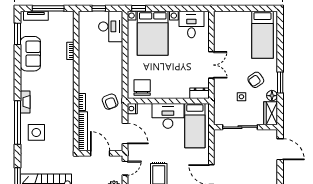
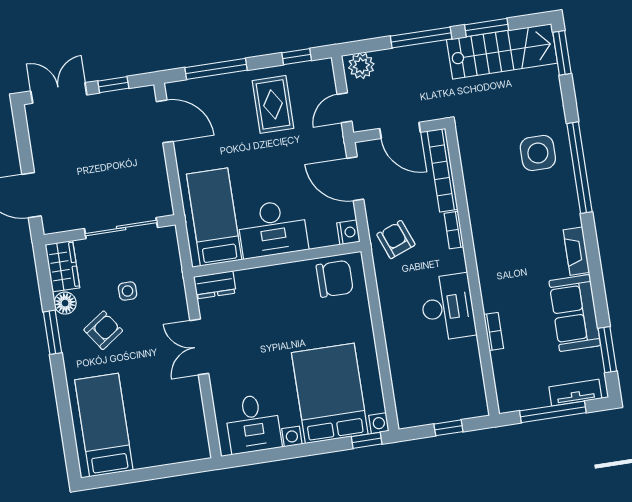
desk: (111, 26) -> (448, 307), moved, turned 180
chair: (142, 87) -> (335, 279), turned -90
fireplace: (25, 102) -> (576, 251), moved

